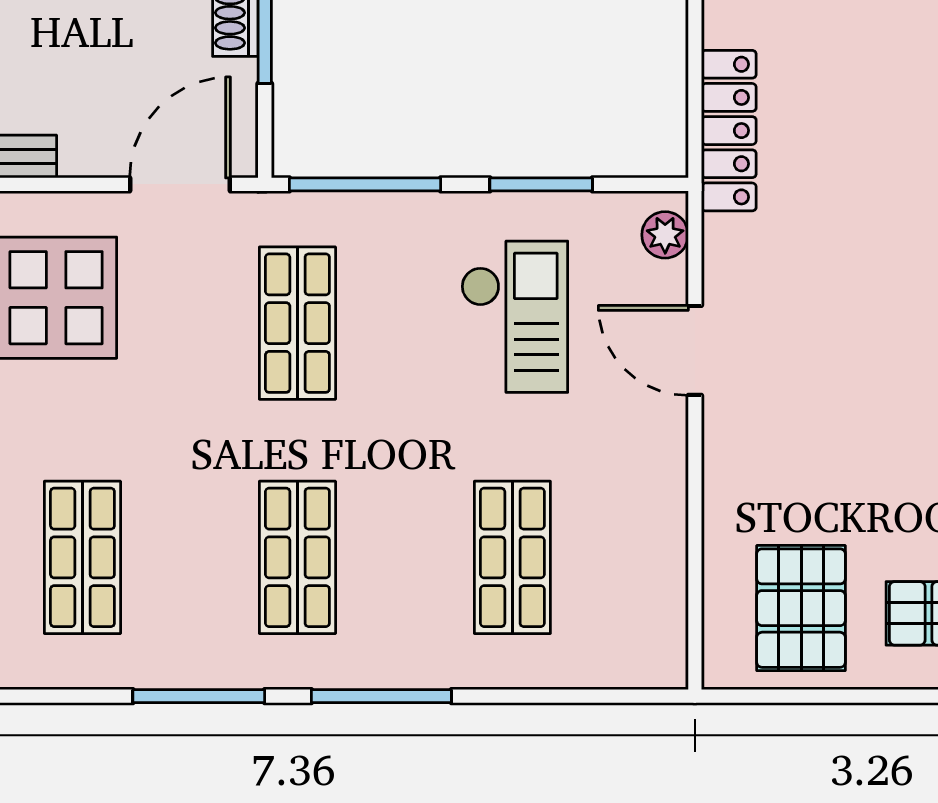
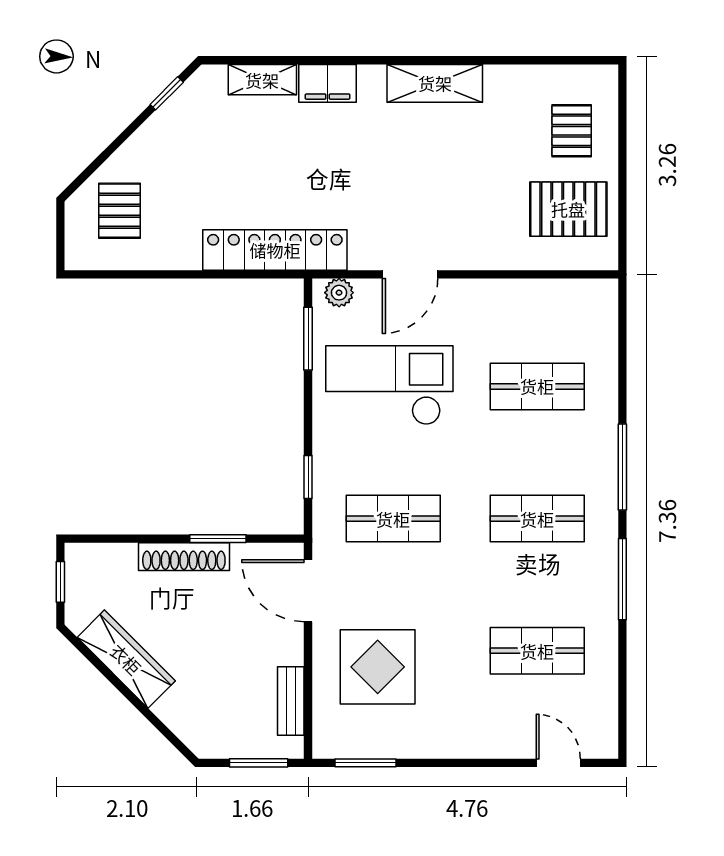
locker: (729, 131) -> (275, 250), width x1.41, depth x1.21
window: (365, 184) -> (308, 477), width x0.46
window: (541, 184) -> (308, 339), moved
checkout: (514, 317) -> (389, 385), width x1.36, depth x1.21

